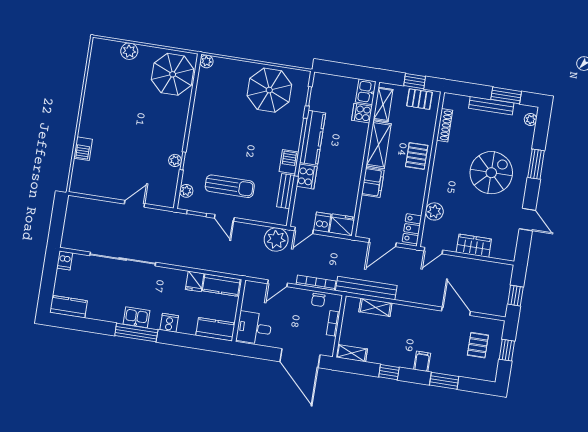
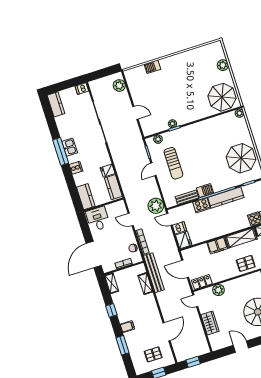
plant: (86, 207) -> (119, 85), added
door: (527, 219) -> (241, 347), swing flipped

